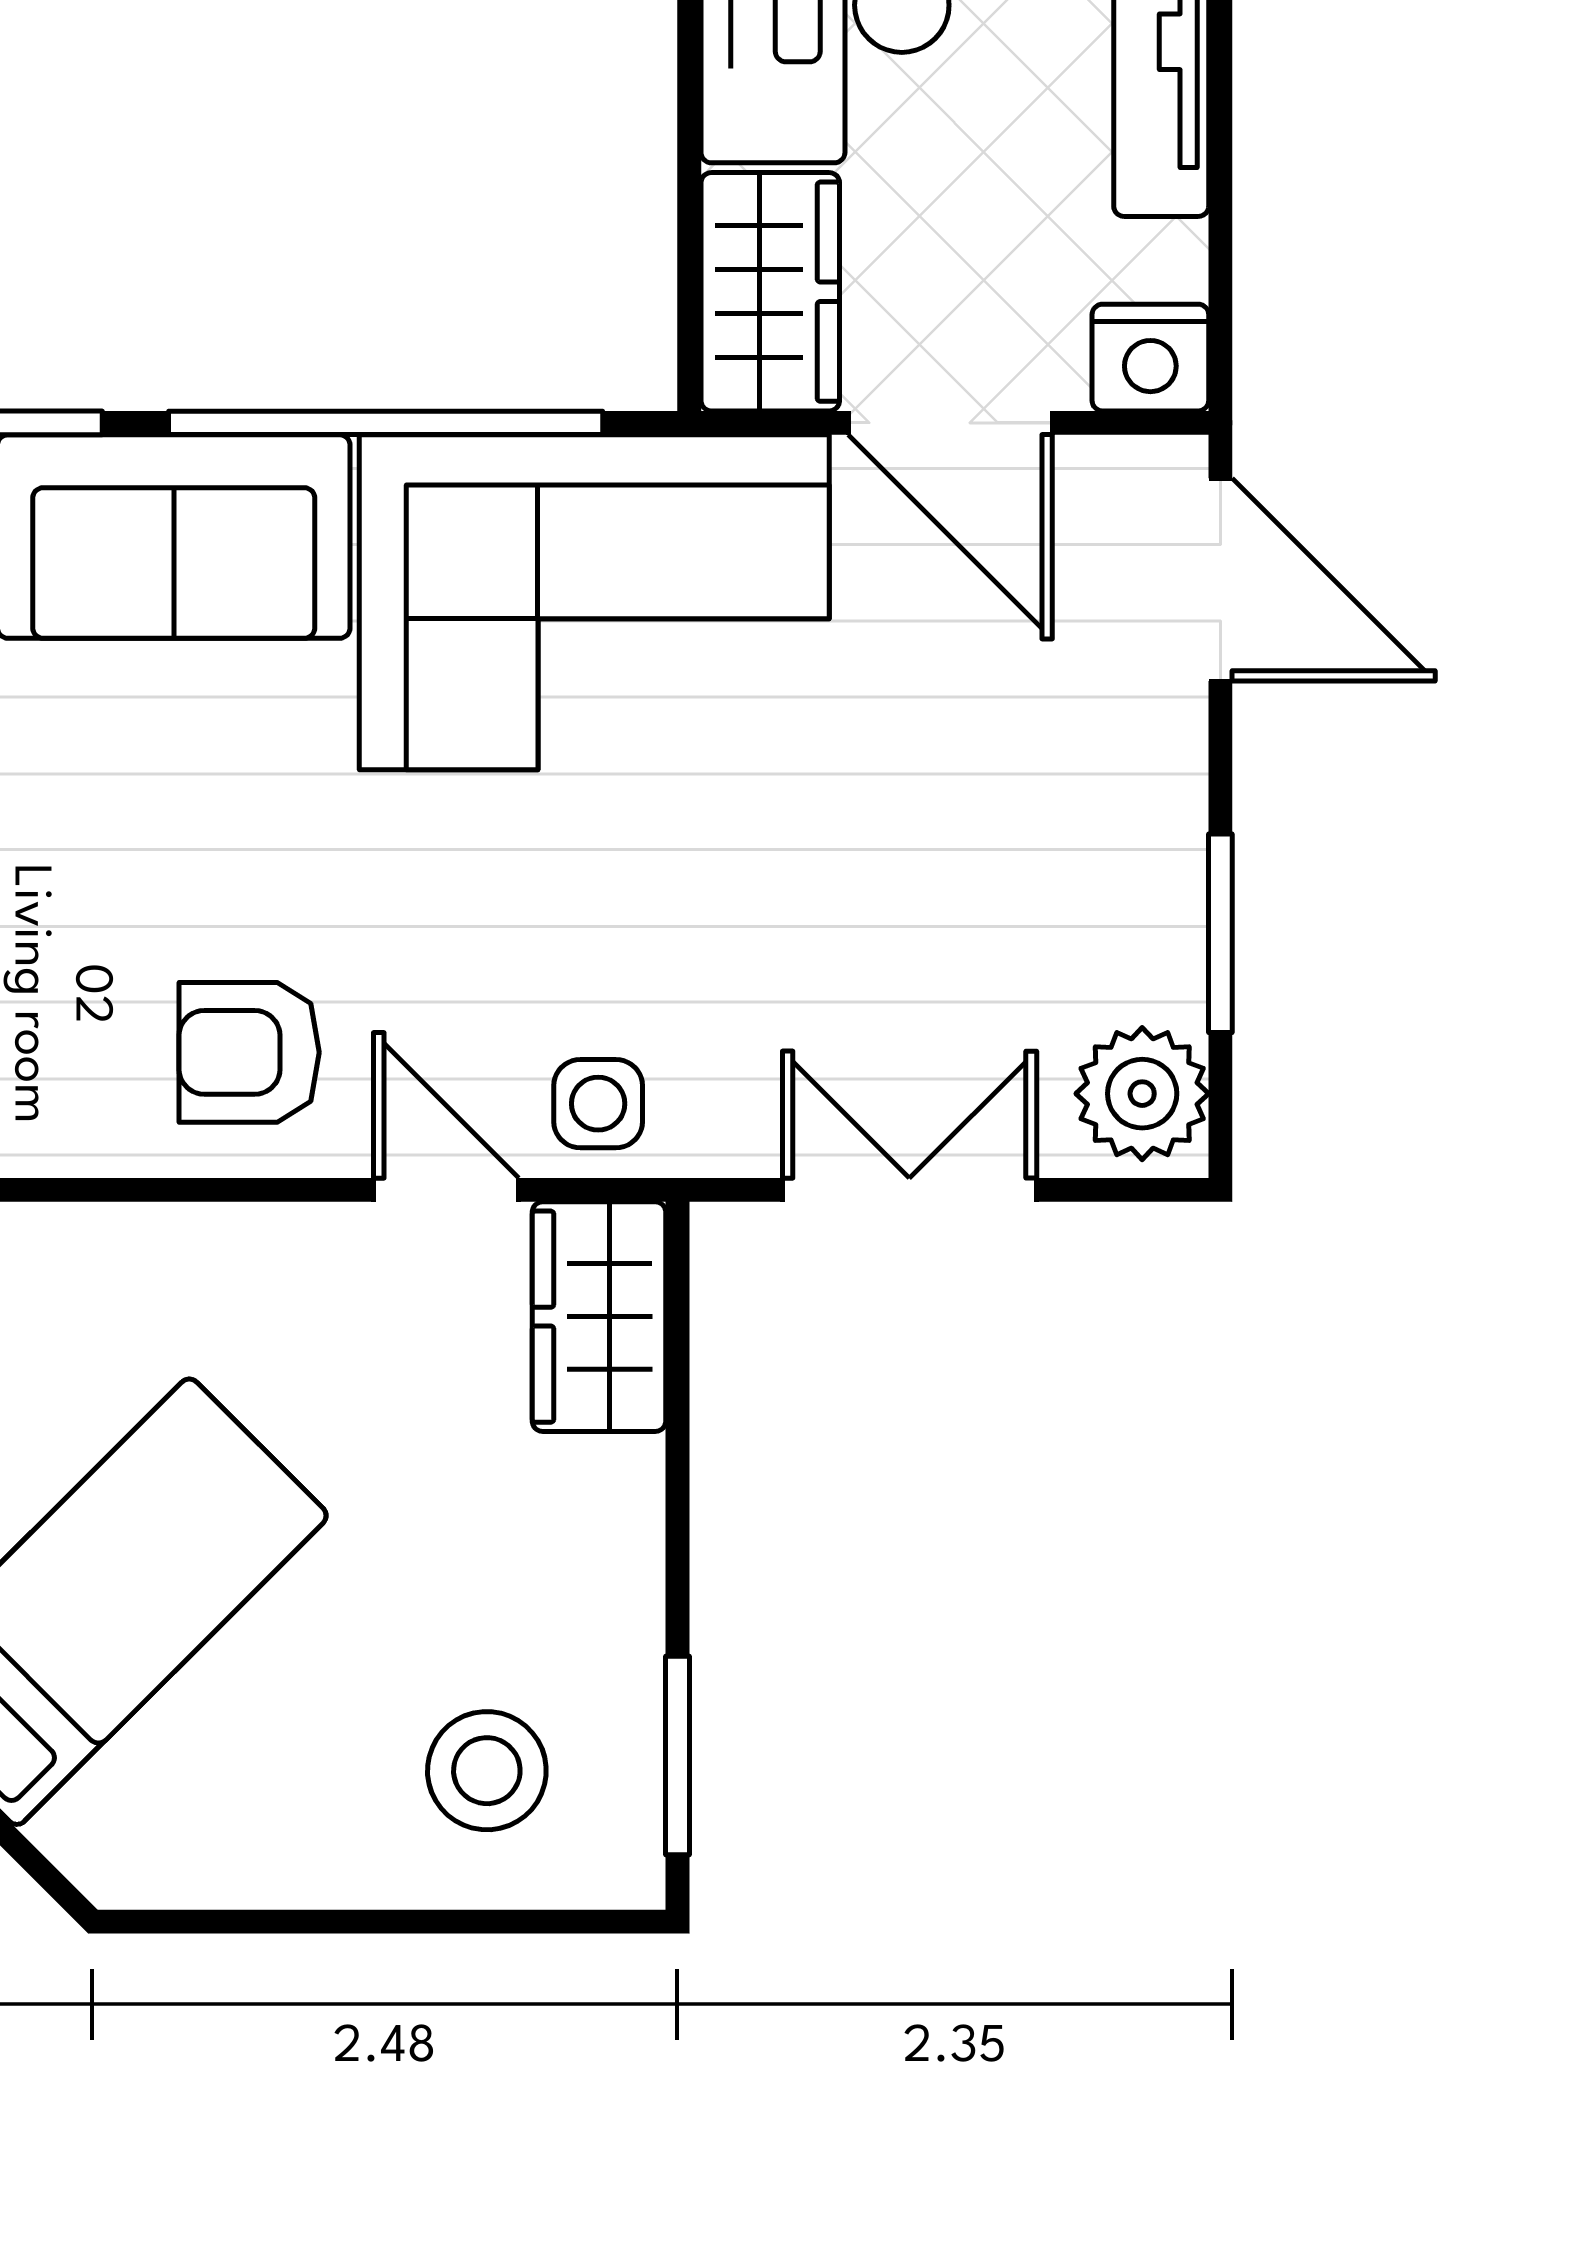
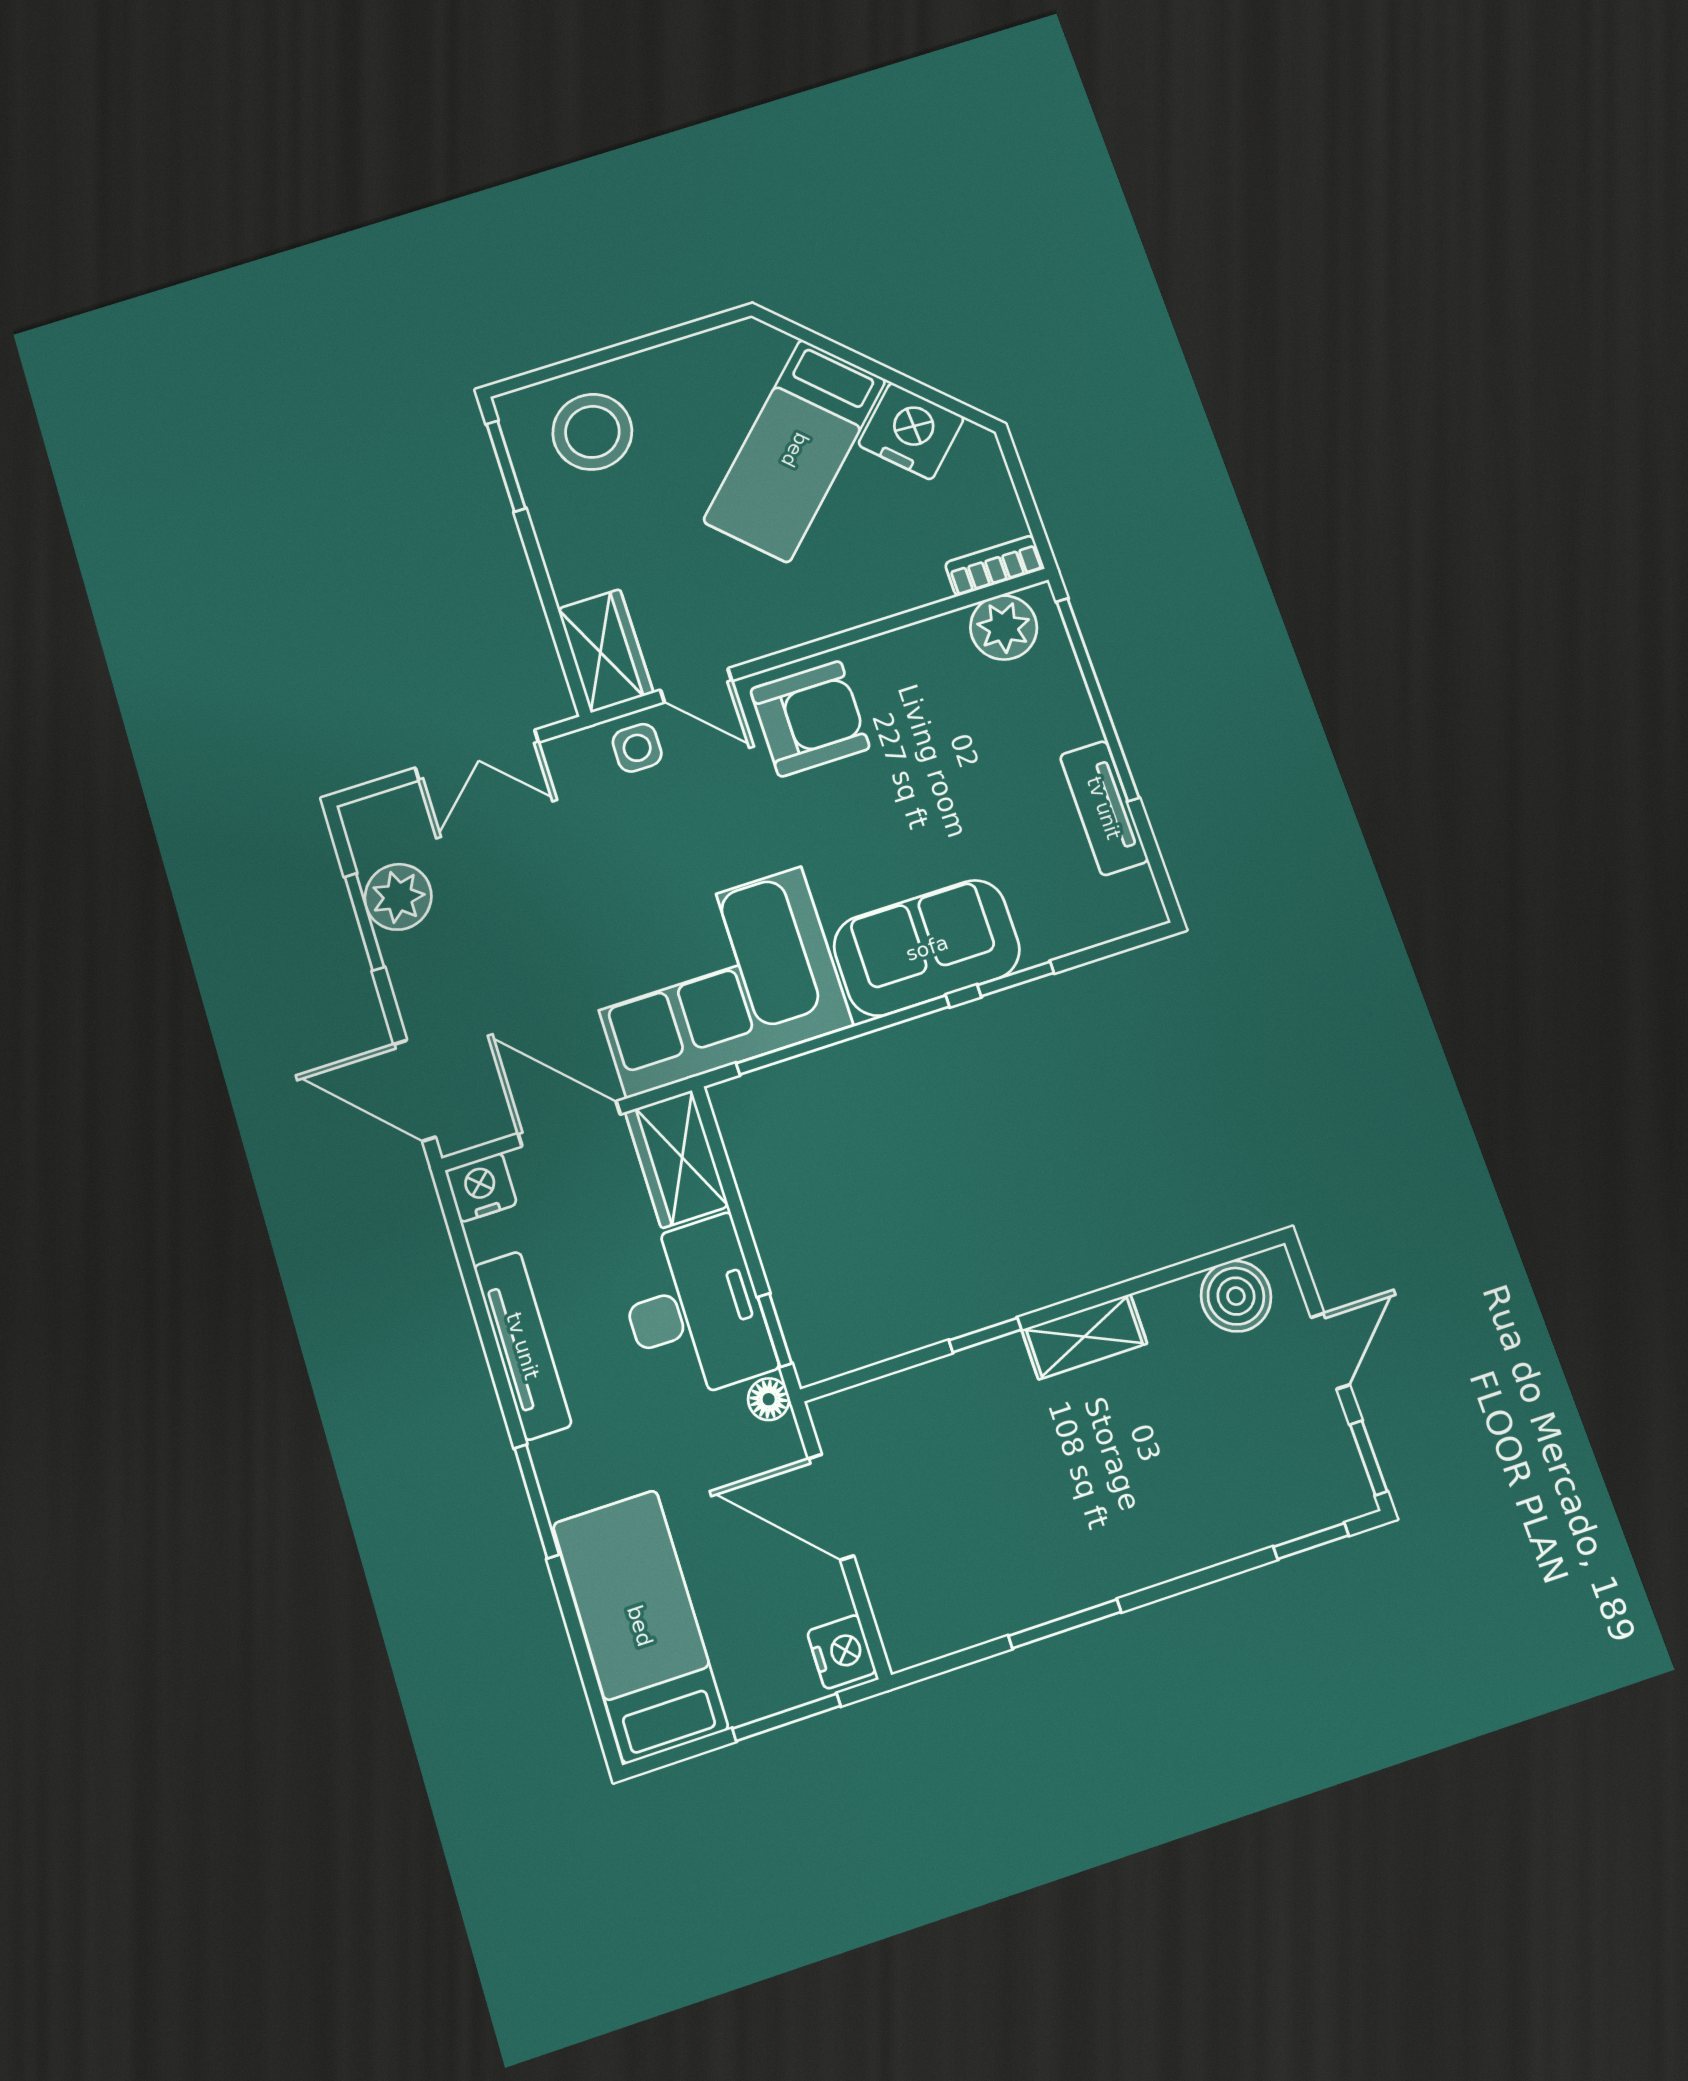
armchair: (249, 1052) -> (810, 719), width x1.38, depth x1.38
plant: (1142, 1094) -> (398, 897), moved
stool: (487, 1771) -> (592, 432), width x1.38, depth x1.38

